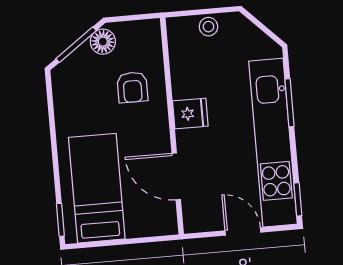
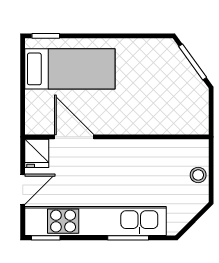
floor lamp: (103, 42) -> (193, 85), removed
armchair: (132, 87) -> (152, 106), removed
fridge: (190, 114) -> (37, 153), moved
door: (176, 176) -> (74, 137), hinge flipped

